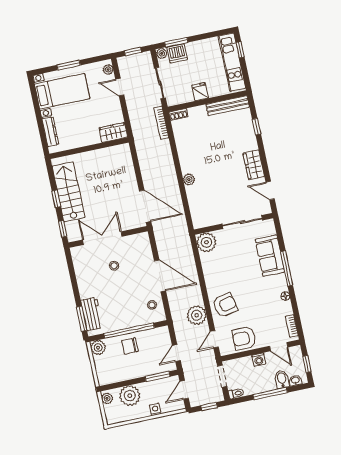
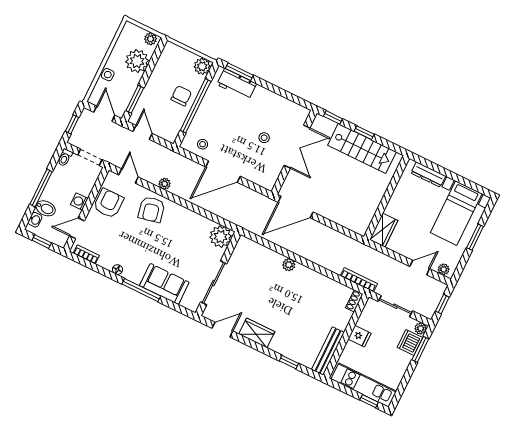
plant: (197, 315) -> (165, 184), width x0.53, depth x0.53

